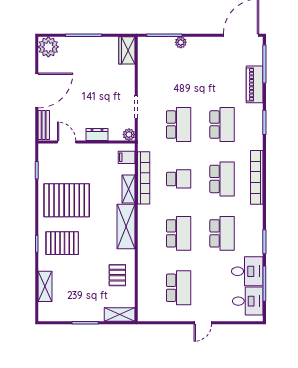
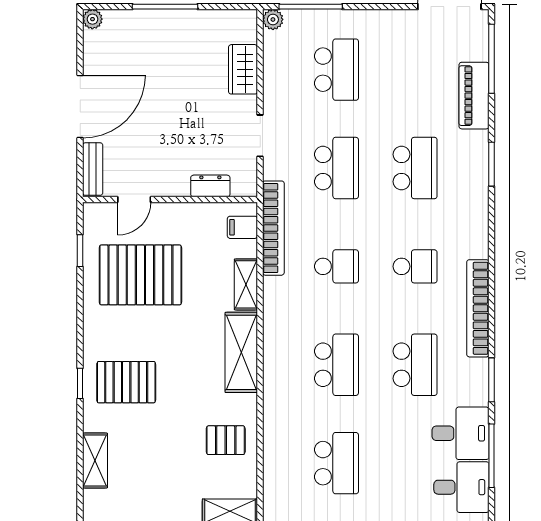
plant: (181, 42) -> (273, 19), moved
plant: (48, 47) -> (92, 19), width x0.53, depth x0.53
wardrobe: (127, 50) -> (243, 69), moved
school desk: (179, 70) -> (336, 70), added
dresser: (97, 134) -> (210, 186), moved
plant: (129, 135) -> (247, 186), removed
door: (67, 142) -> (134, 200), swing flipped
bookcase: (257, 177) -> (478, 308), moved
bookcase: (144, 178) -> (273, 228), moved
school desk: (222, 179) -> (415, 266), width x0.54
pallet: (67, 200) -> (140, 275), moved
pallet: (117, 275) -> (226, 440), turned 90

